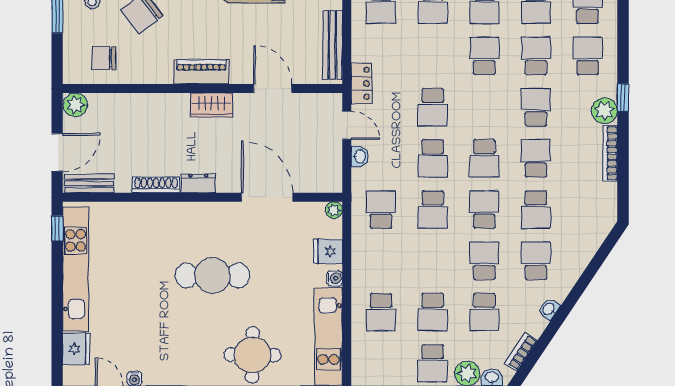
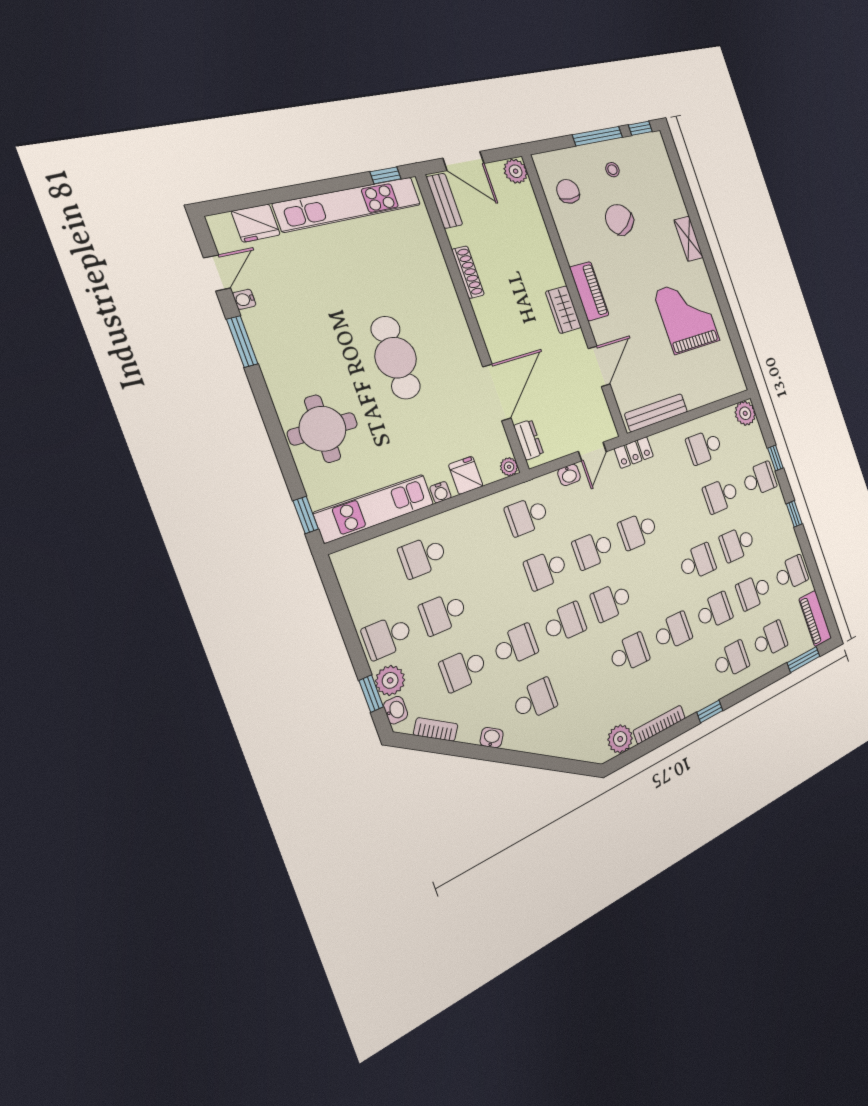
plant: (605, 111) -> (620, 739), moved
dresser: (198, 183) -> (529, 440), moved
school desk: (381, 210) -> (527, 516), turned 180
school desk: (536, 210) -> (583, 676), removed

